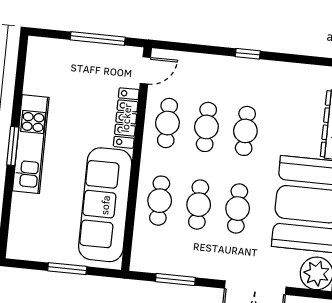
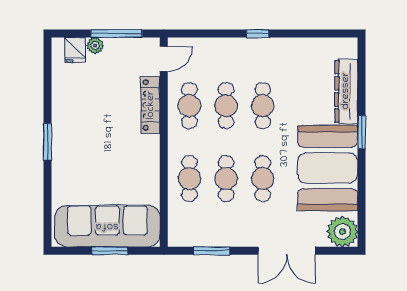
plant: (74, 49) -> (95, 46), added
fridge: (52, 51) -> (75, 50), added
kitchen unit: (31, 144) -> (64, 138), removed
sofa: (105, 205) -> (107, 226), moved, turned 90

